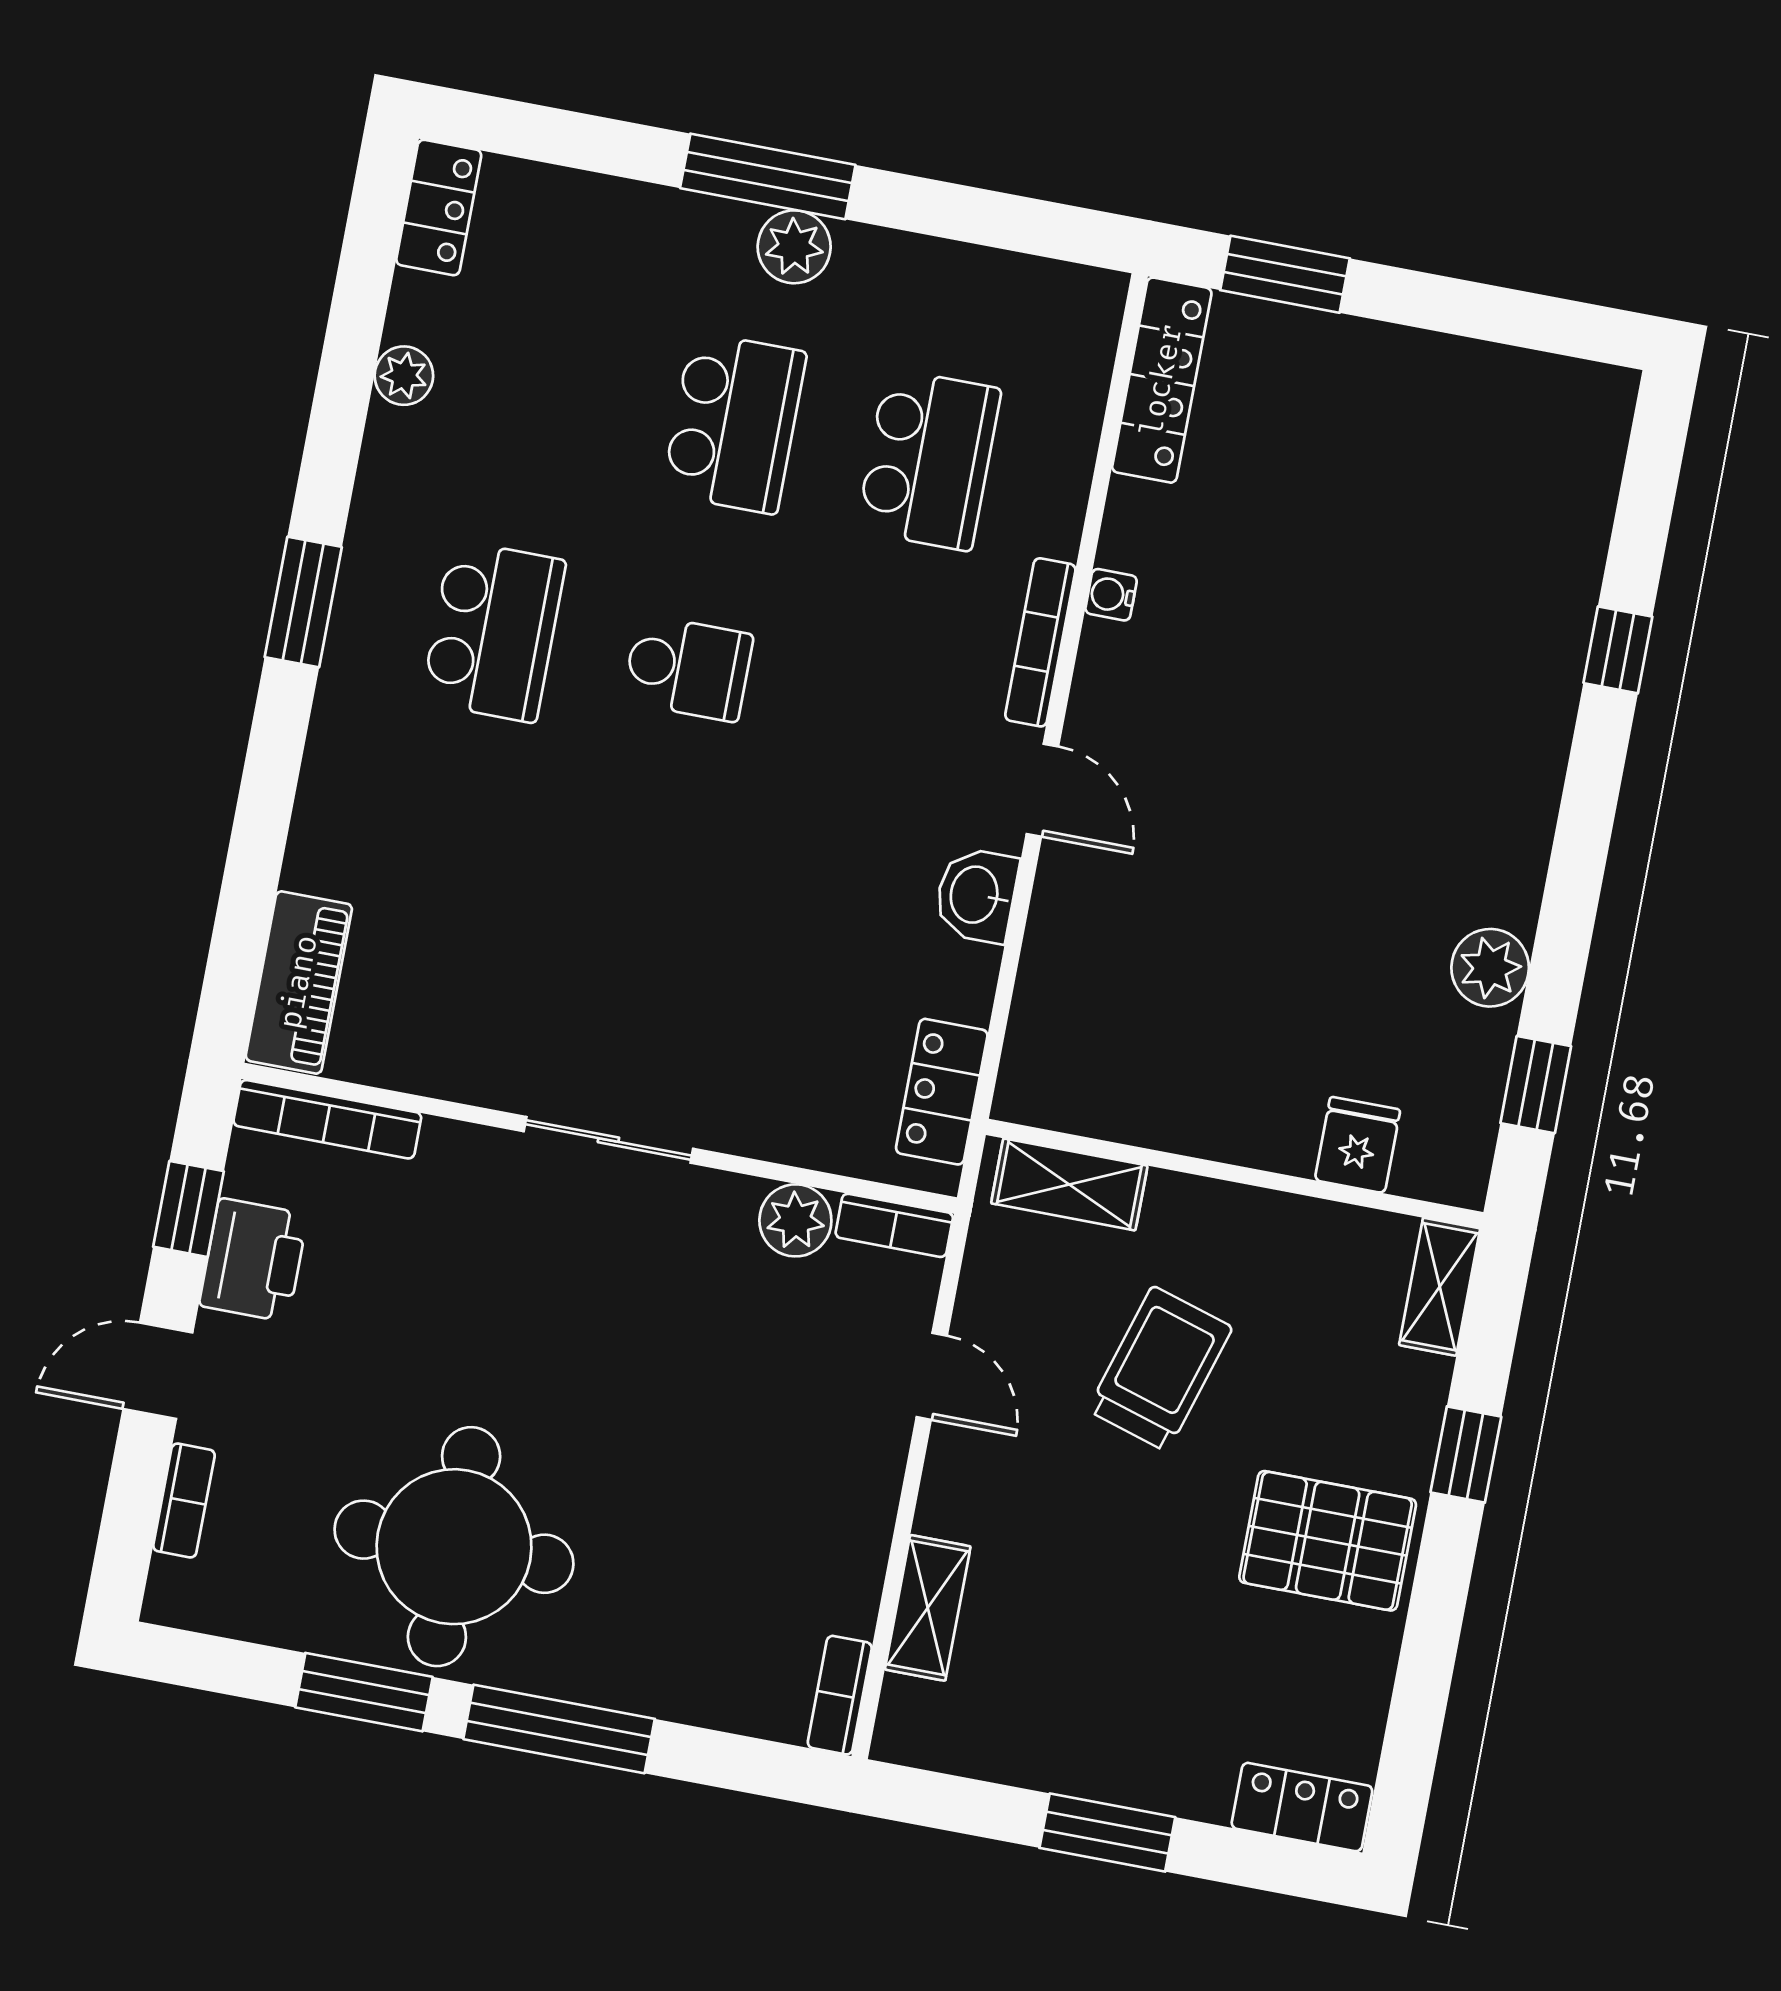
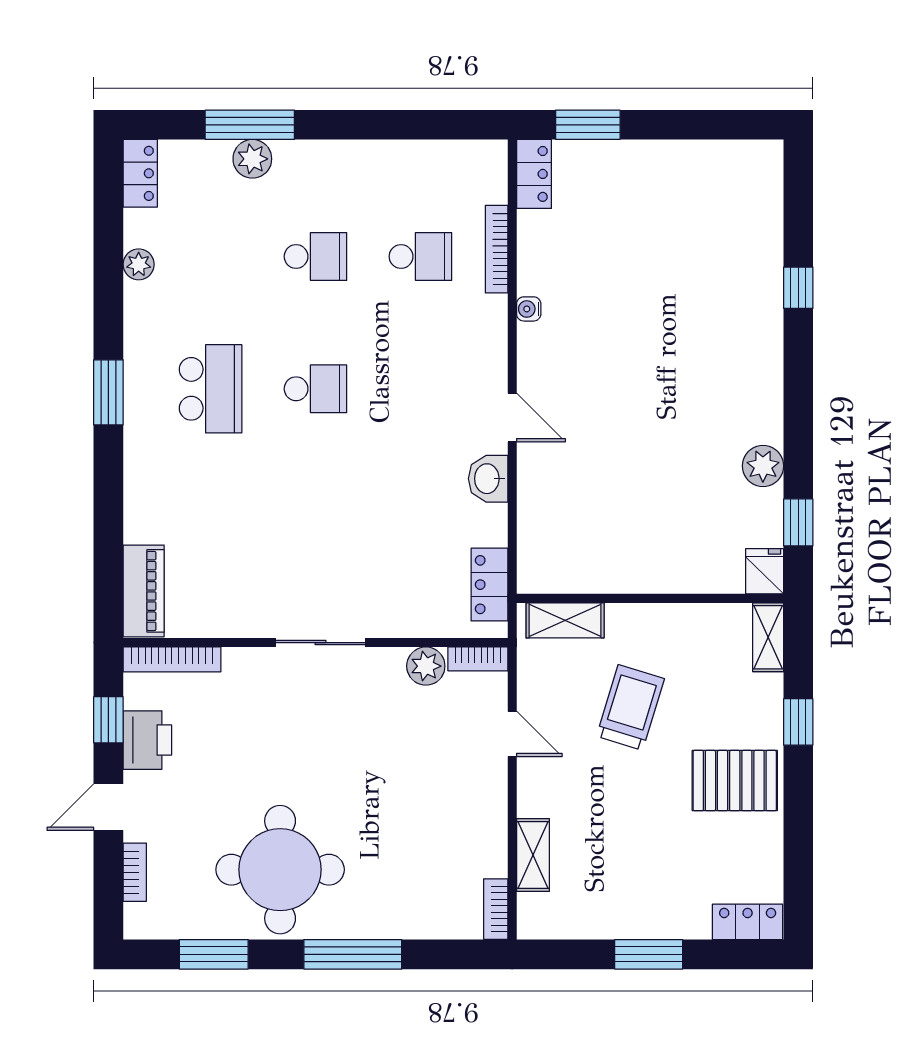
window: (768, 176) -> (250, 125), moved
plant: (794, 247) -> (252, 159), moved
locker: (1162, 380) -> (534, 174), width x0.66
school desk: (734, 423) -> (315, 256), width x0.54
school desk: (929, 460) -> (420, 256), width x0.54
bookcase: (1040, 642) -> (497, 249), moved
fridge: (1357, 1145) -> (765, 571), moved
window: (364, 1692) -> (214, 954), moved

